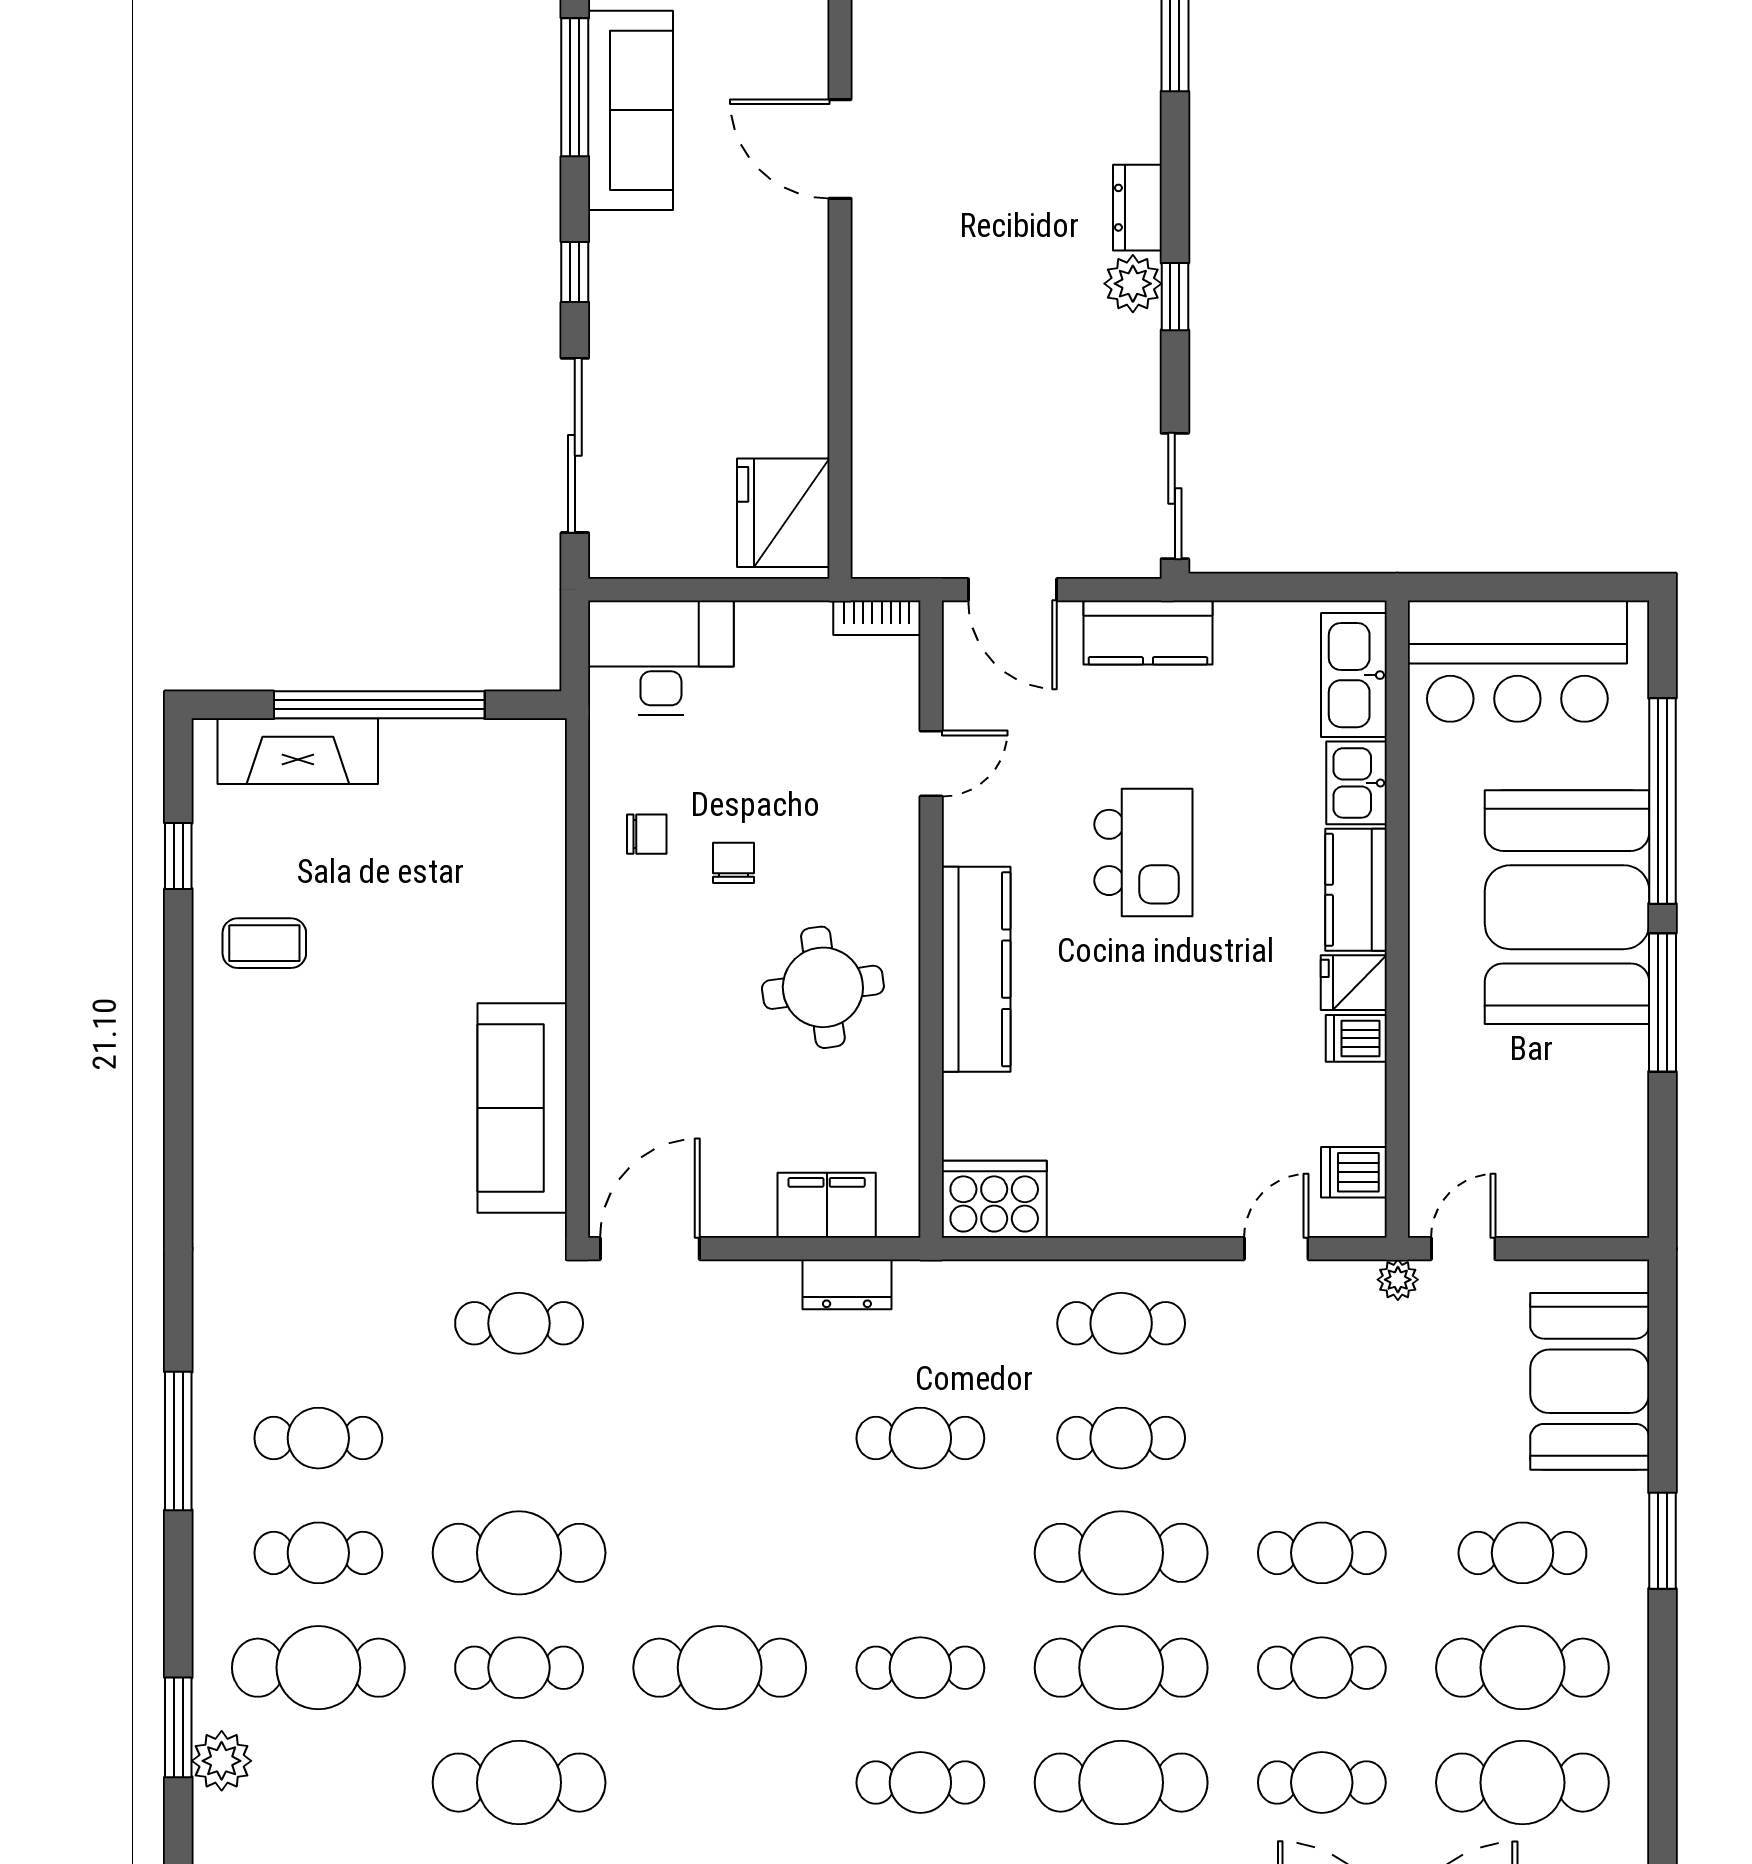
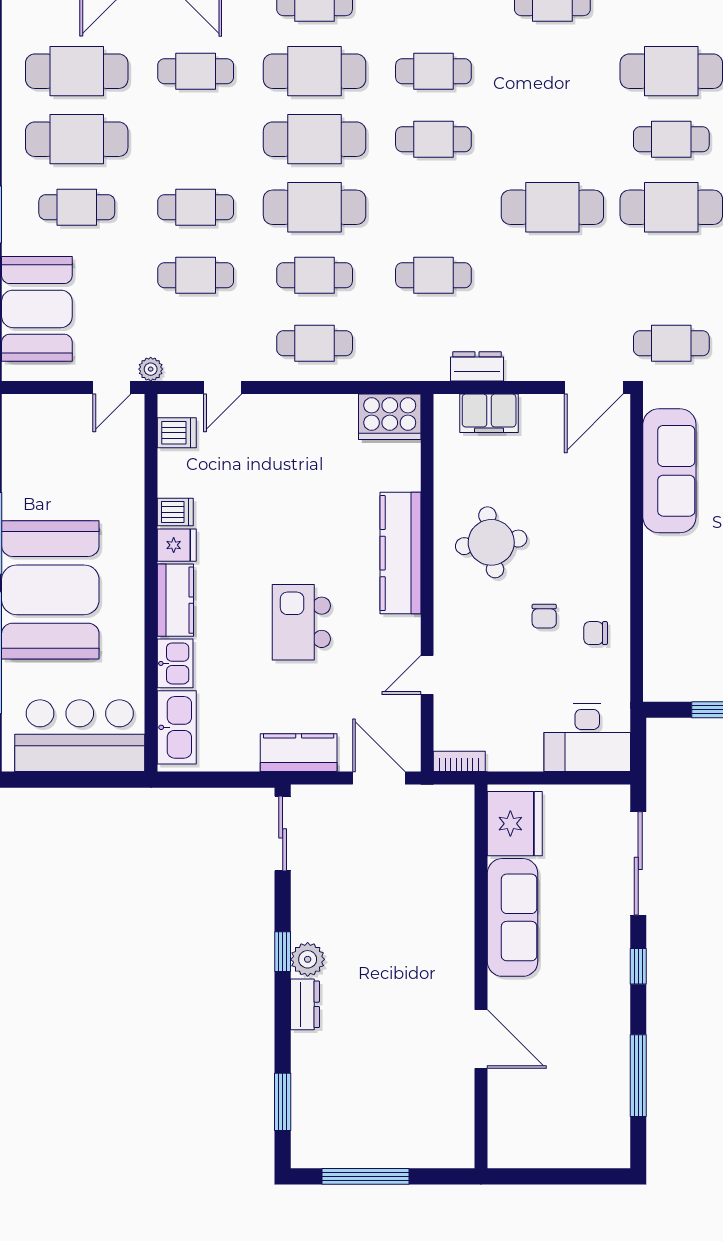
sofa: (631, 110) -> (513, 917), moved, turned 180
cafe table: (720, 1668) -> (552, 207), moved
cafe table: (1322, 1668) -> (196, 275), moved

